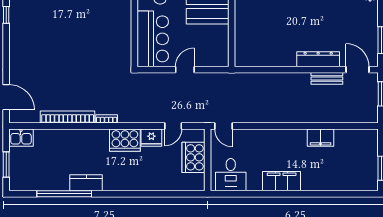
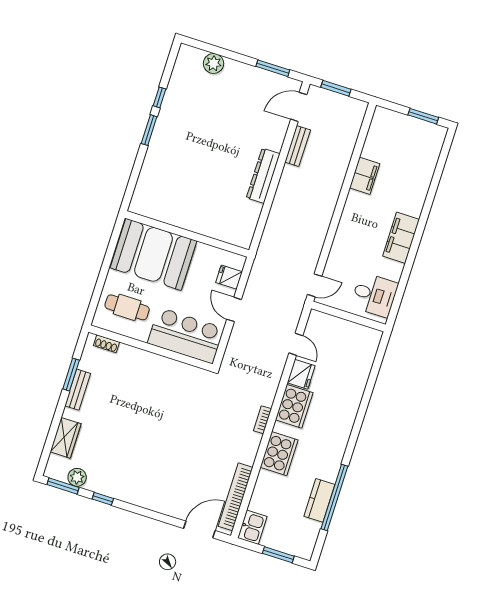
fridge: (209, 58) -> (229, 277), added
dresser: (318, 59) -> (263, 176), moved
bookcase: (68, 117) -> (236, 497), moved
cooker: (194, 157) -> (279, 454), moved, turned -90
kitchen counter: (86, 183) -> (319, 500), moved

